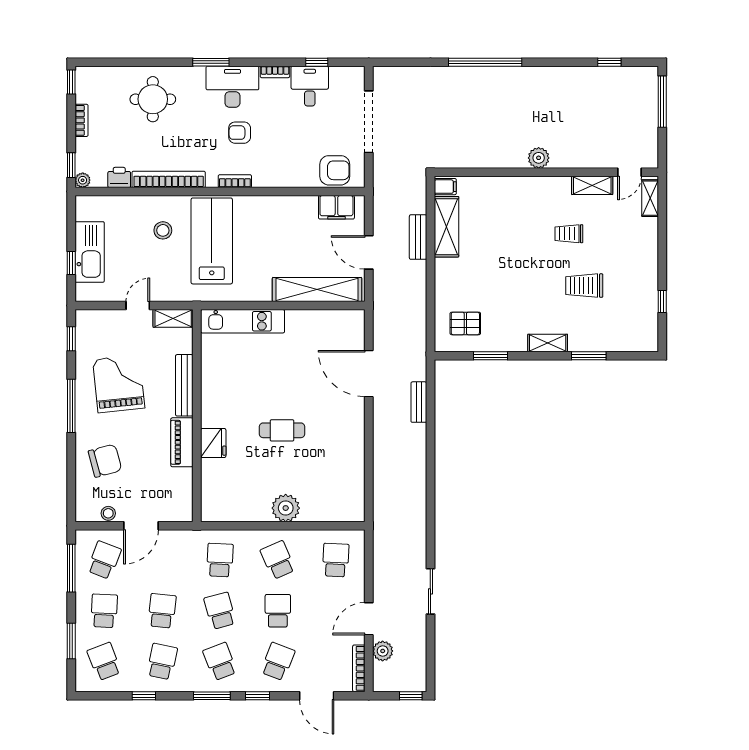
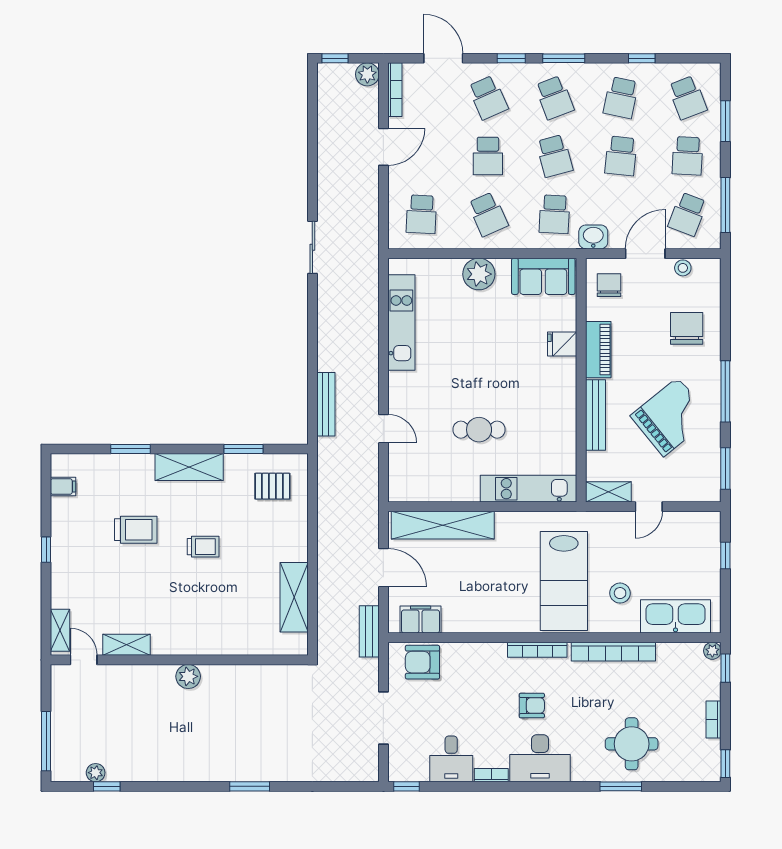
window: (211, 62) -> (621, 786), moved
window: (317, 62) -> (407, 786), moved
window: (485, 62) -> (250, 786), width x0.47
plant: (619, 74) -> (96, 773), added
doorway: (369, 122) -> (383, 718), width x0.73
door: (630, 172) -> (84, 660), hinge flipped
printer: (119, 177) -> (670, 654), removed
bookcase: (235, 181) -> (537, 650), width x1.56
filing cabinet: (445, 187) -> (63, 487), moved, turned 180
trolley: (569, 234) -> (203, 547), moved
bench: (418, 237) -> (369, 631), moved
kitchen sink: (90, 252) -> (675, 616), moved, turned 90
window: (662, 301) -> (46, 550), moved
window: (71, 339) -> (725, 469), width x1.50
shelving: (548, 343) -> (189, 467), width x1.50, depth x1.33
door: (369, 374) -> (383, 429), width x0.53
grand piano: (119, 384) -> (671, 417), turned -123
bench: (419, 402) -> (326, 404), width x1.36
cafe table: (282, 430) -> (479, 430), moved
fridge: (213, 443) -> (562, 344), width x0.72
chair: (105, 461) -> (687, 328), turned 105
kitchen unit: (353, 466) -> (401, 323), added
chair: (172, 498) -> (609, 285), added
sofa: (230, 506) -> (543, 276), added
washbasin: (186, 540) -> (593, 237), added
sliding door: (430, 591) -> (312, 247), moved
plant: (383, 651) -> (367, 74), moved
school desk: (278, 662) -> (488, 98), turned -45

